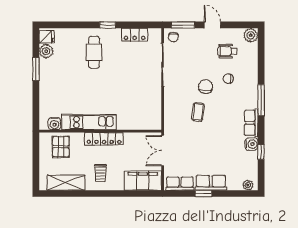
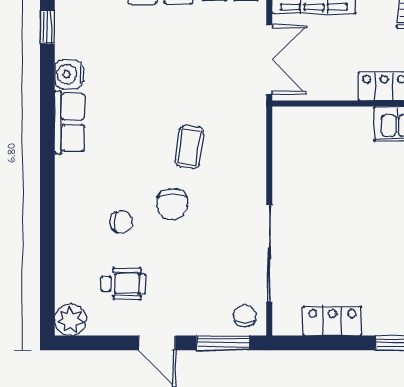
window: (261, 100) -> (47, 174), removed
window: (261, 152) -> (47, 27), moved

